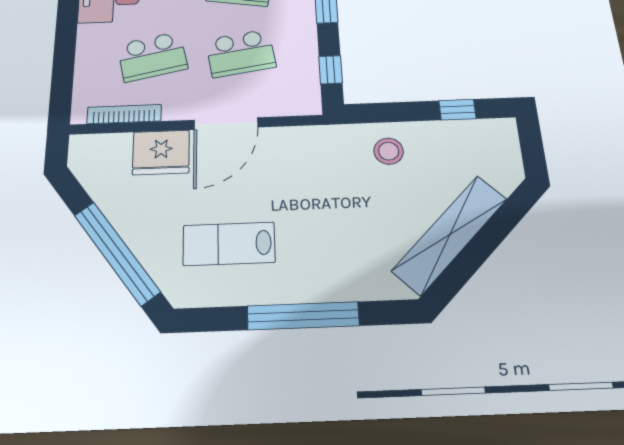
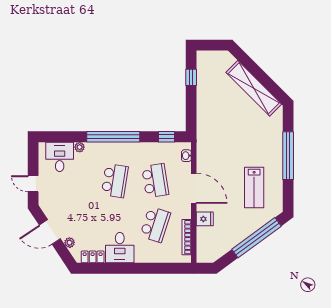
school desk: (152, 57) -> (155, 224), turned 30
washbasin: (294, 107) -> (186, 156), added
stool: (389, 151) -> (212, 112), removed
fridge: (161, 152) -> (205, 219), width x0.53, depth x0.75

